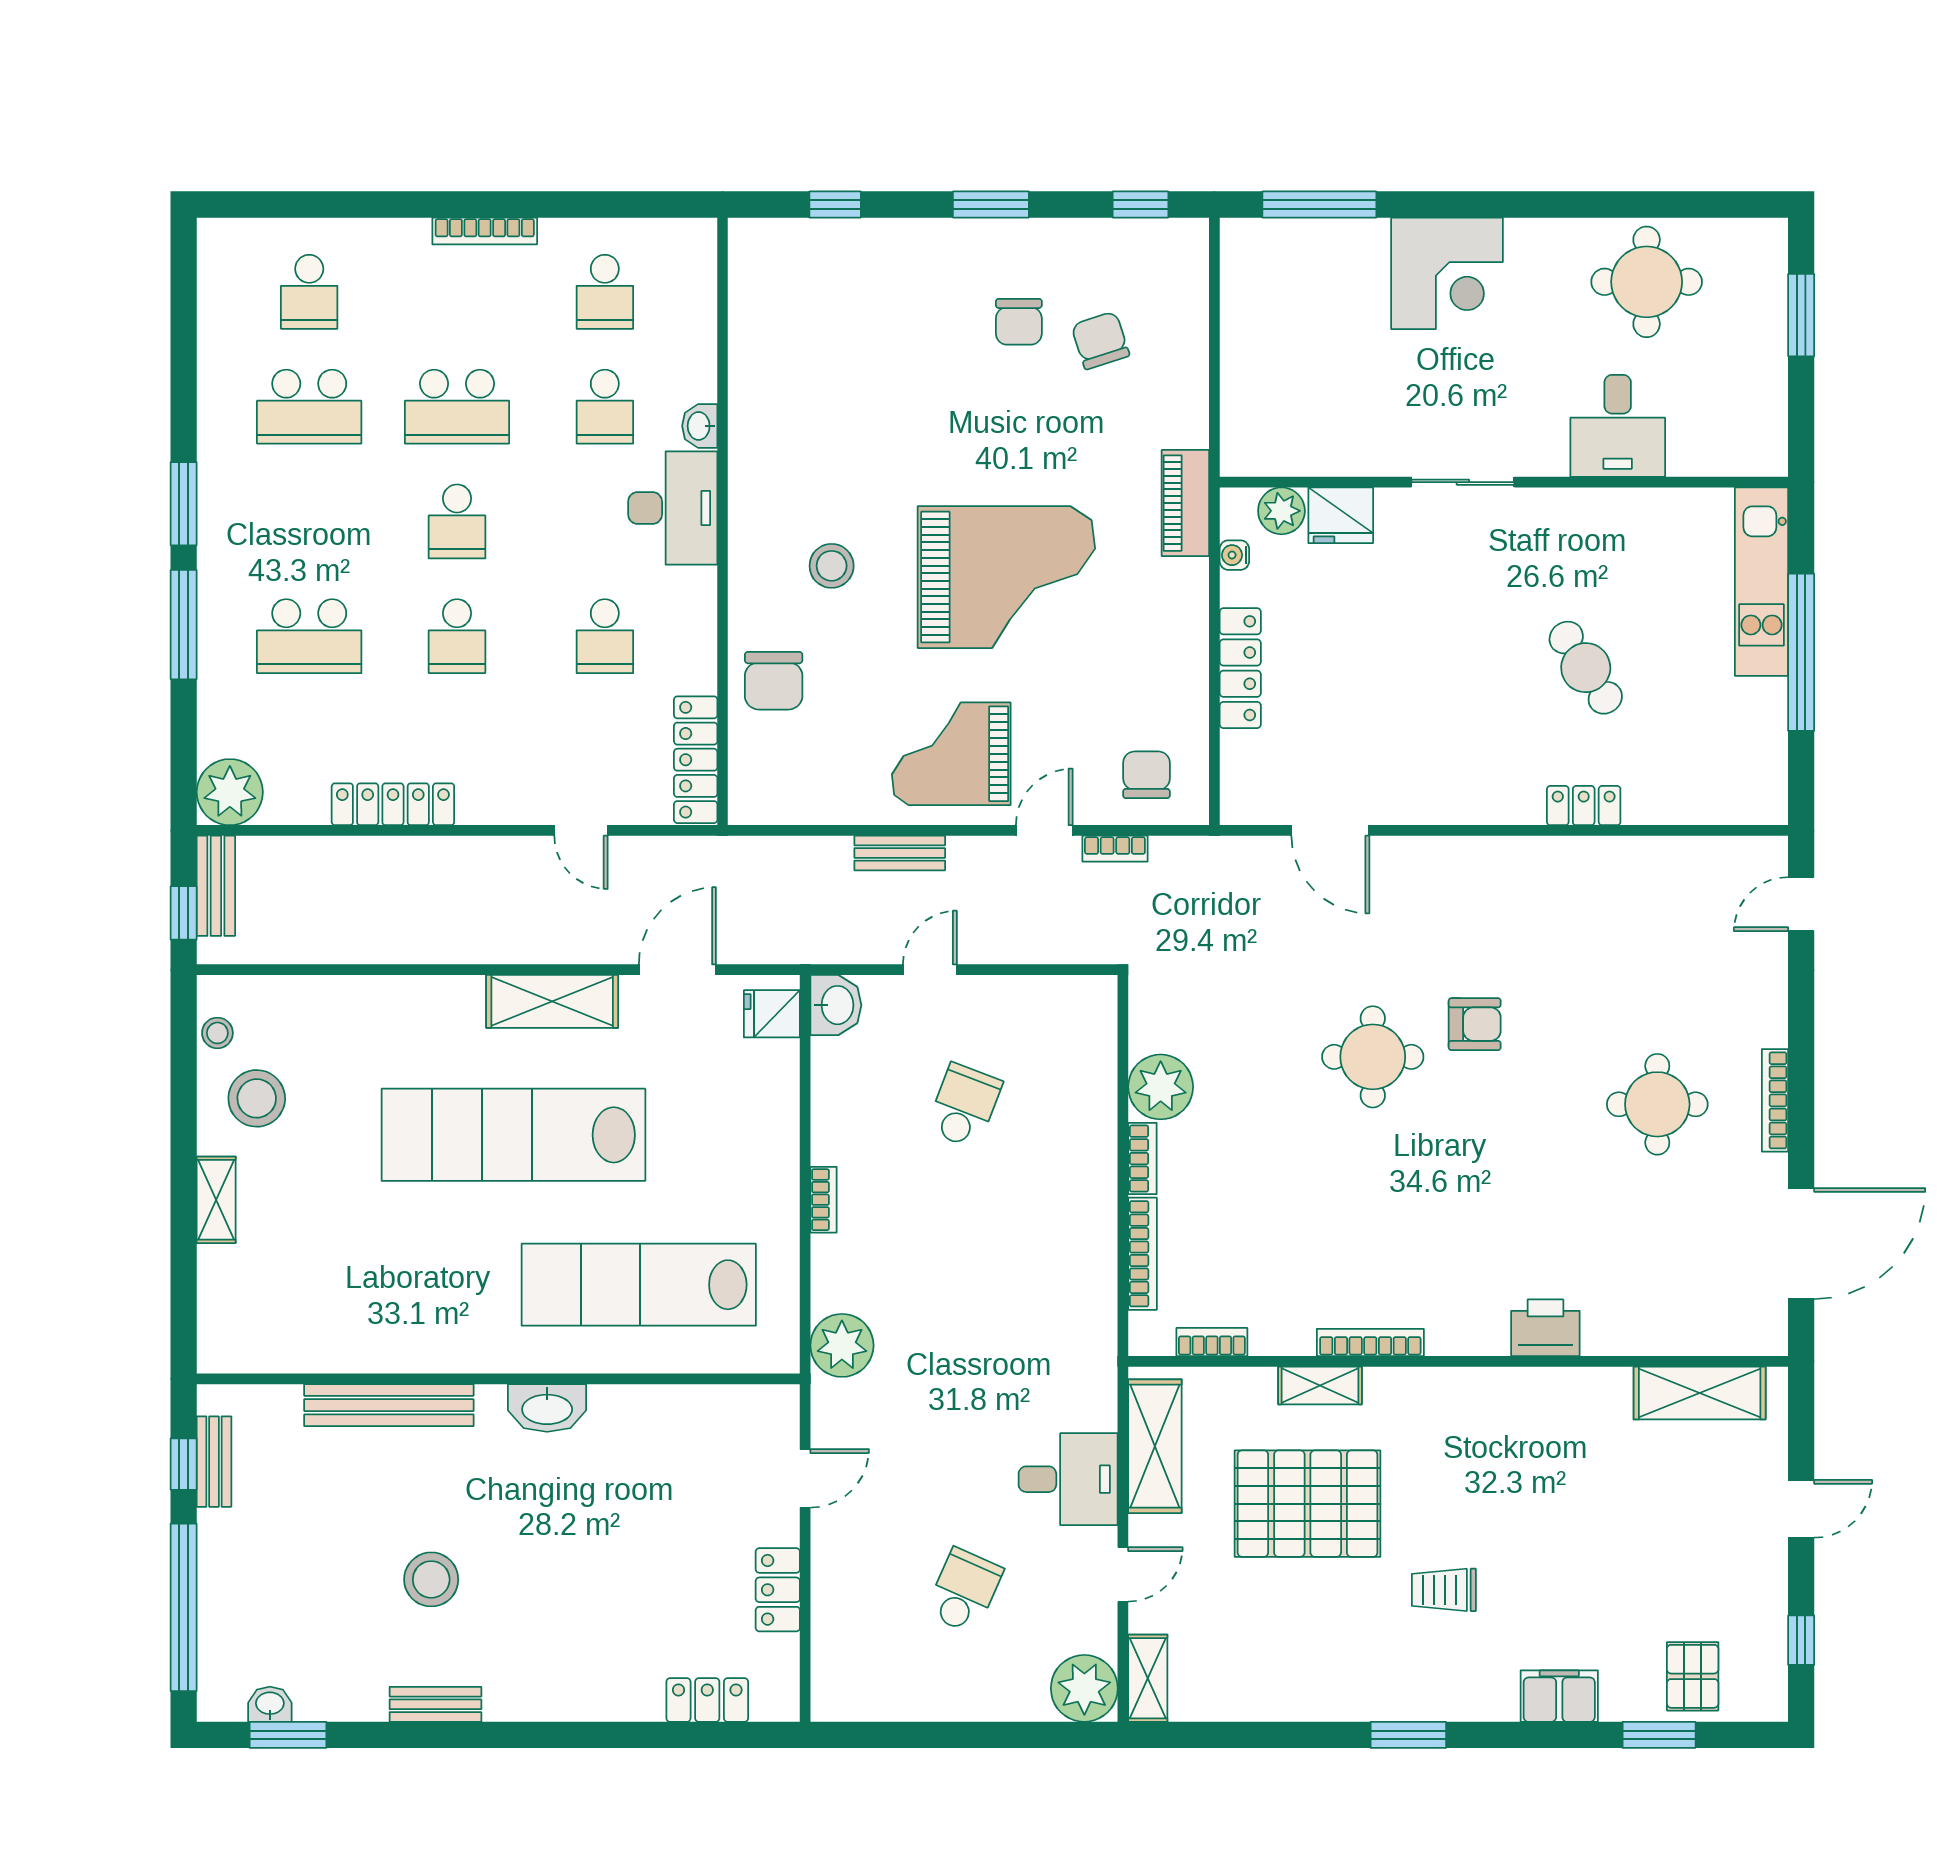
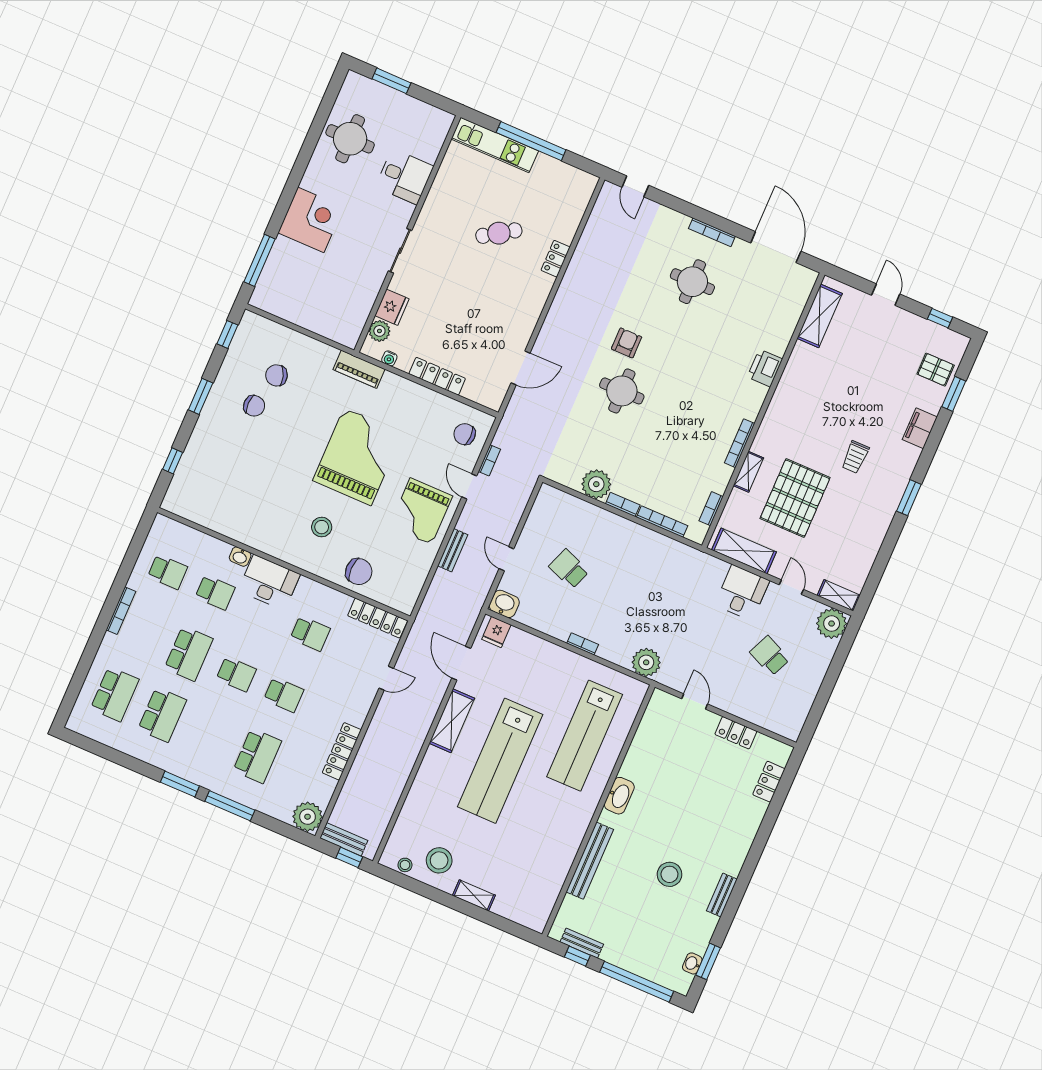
school desk: (309, 292) -> (115, 694), width x1.85

